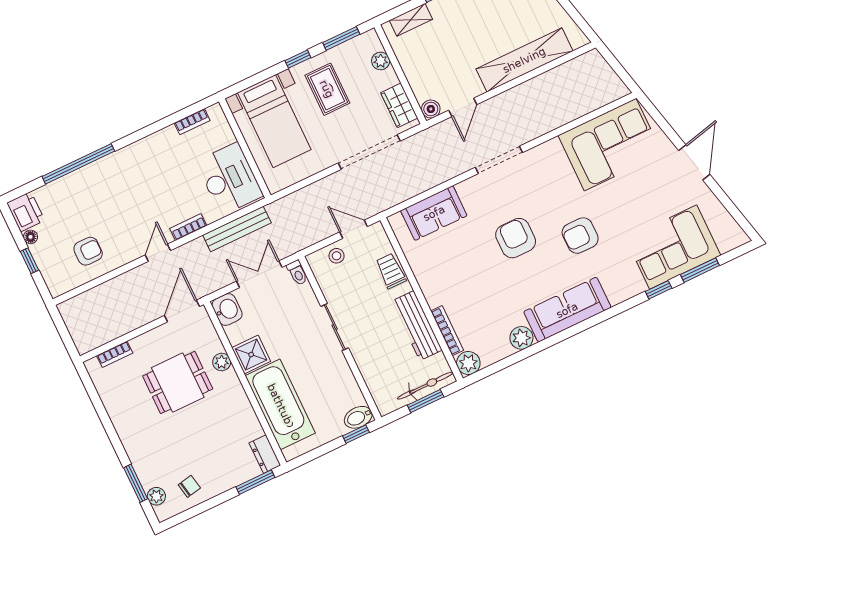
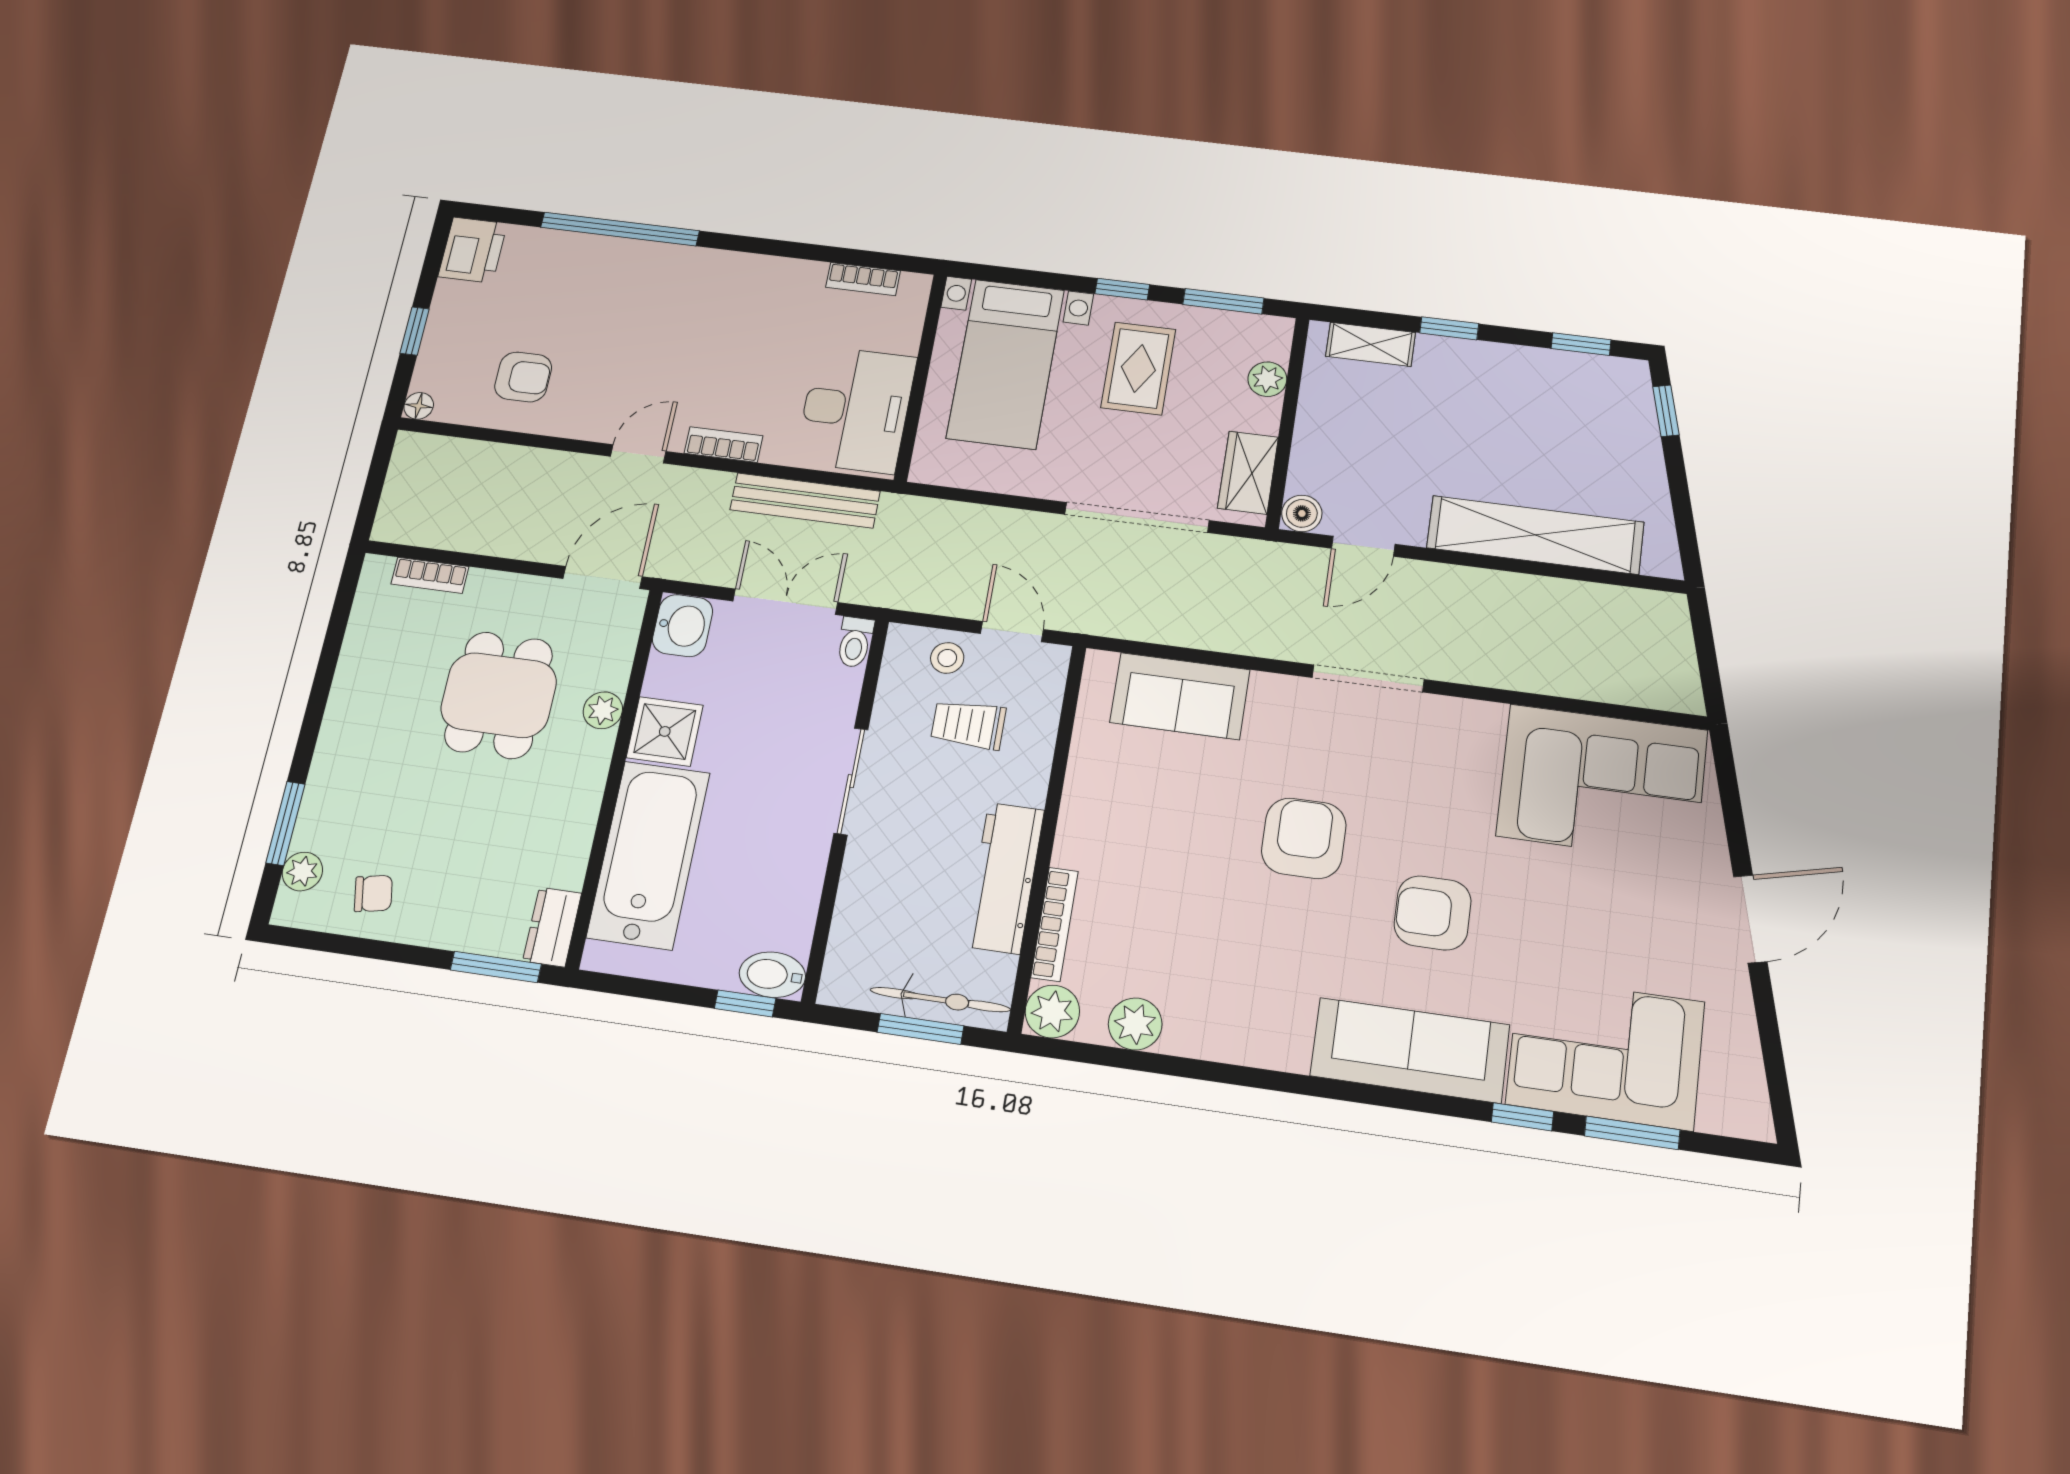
floor lamp: (30, 237) -> (419, 406), moved
trolley: (391, 271) -> (968, 725), moved, turned -90
sofa: (567, 310) -> (1410, 1050), moved
plant: (521, 338) -> (1135, 1024), moved
dining table: (178, 382) -> (499, 695), turned 90

